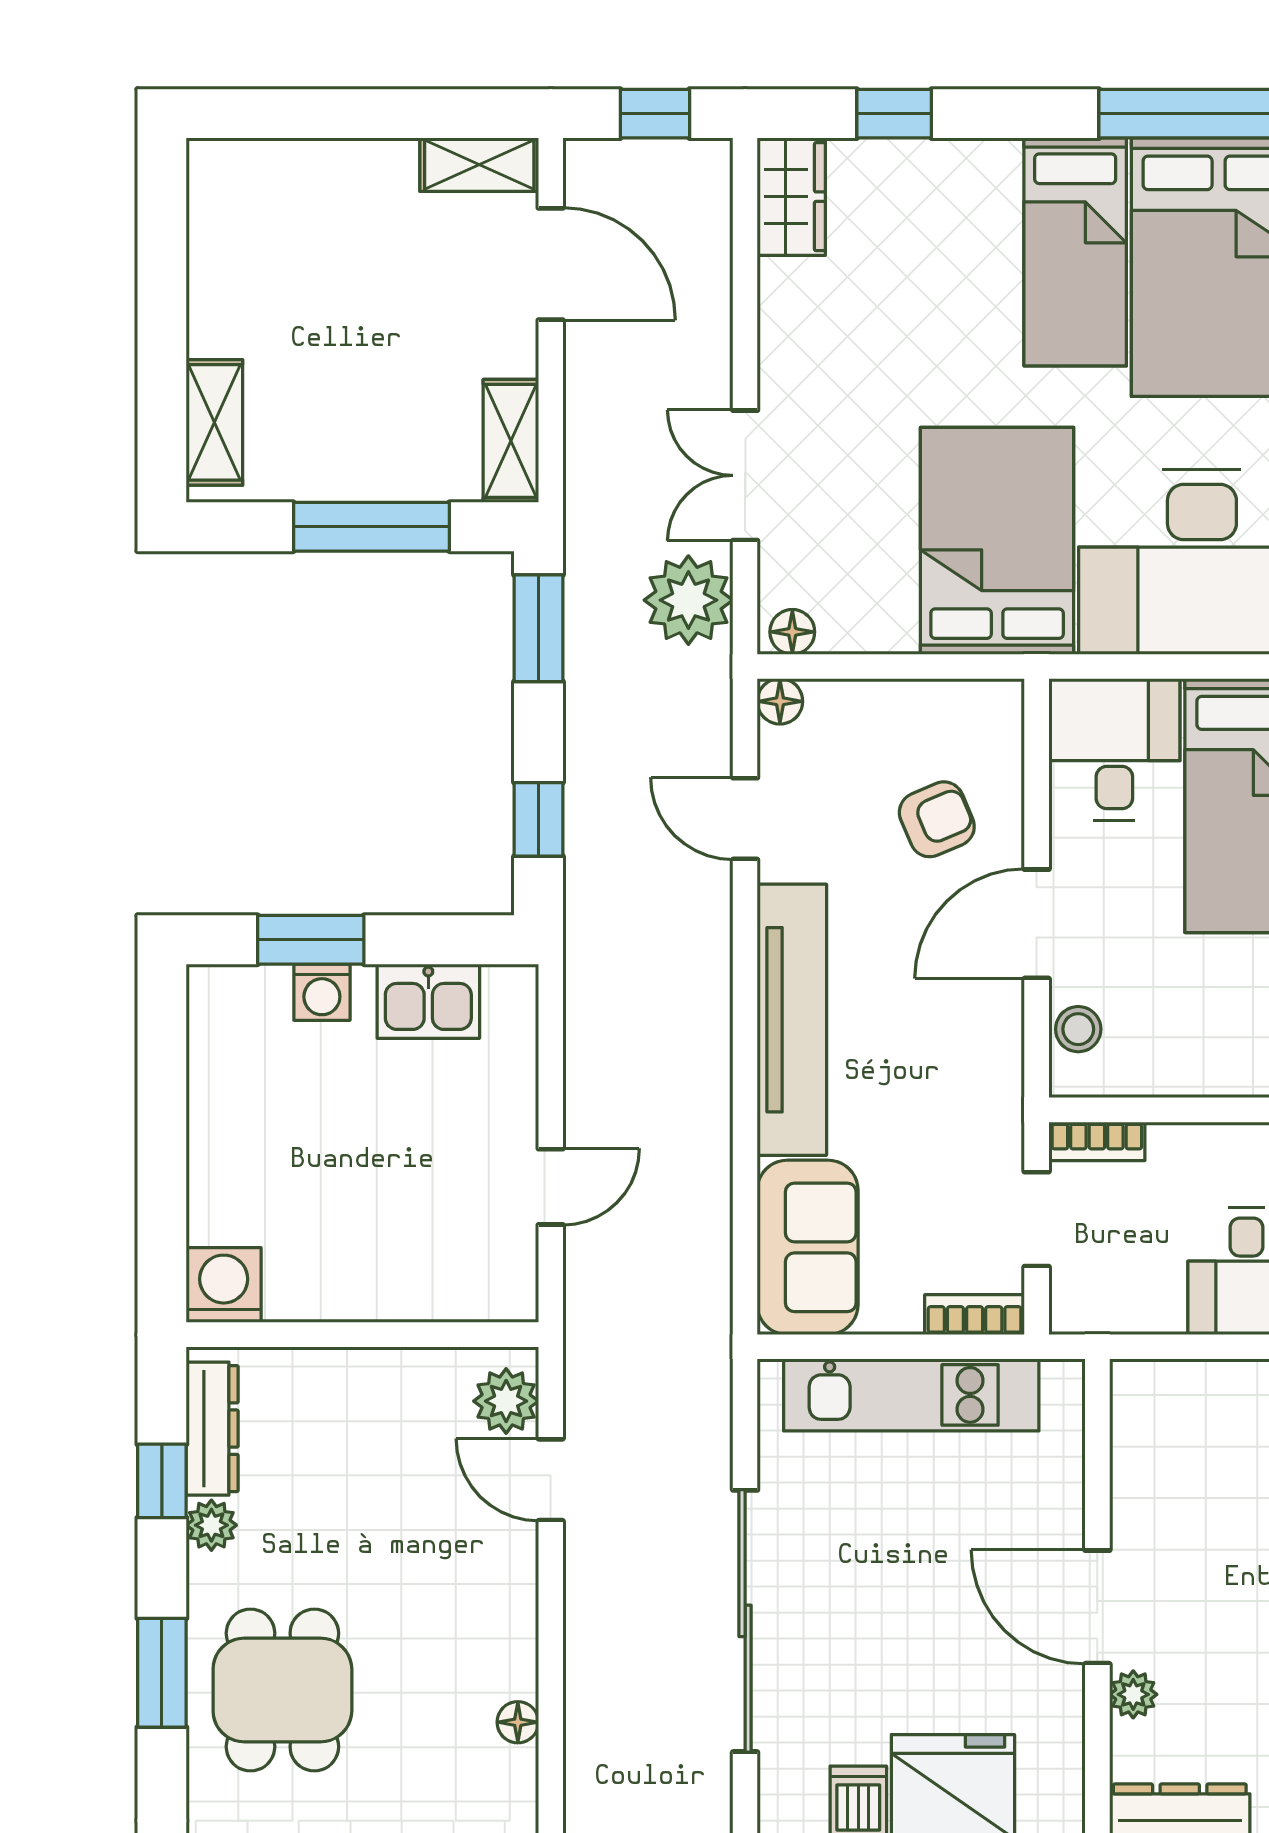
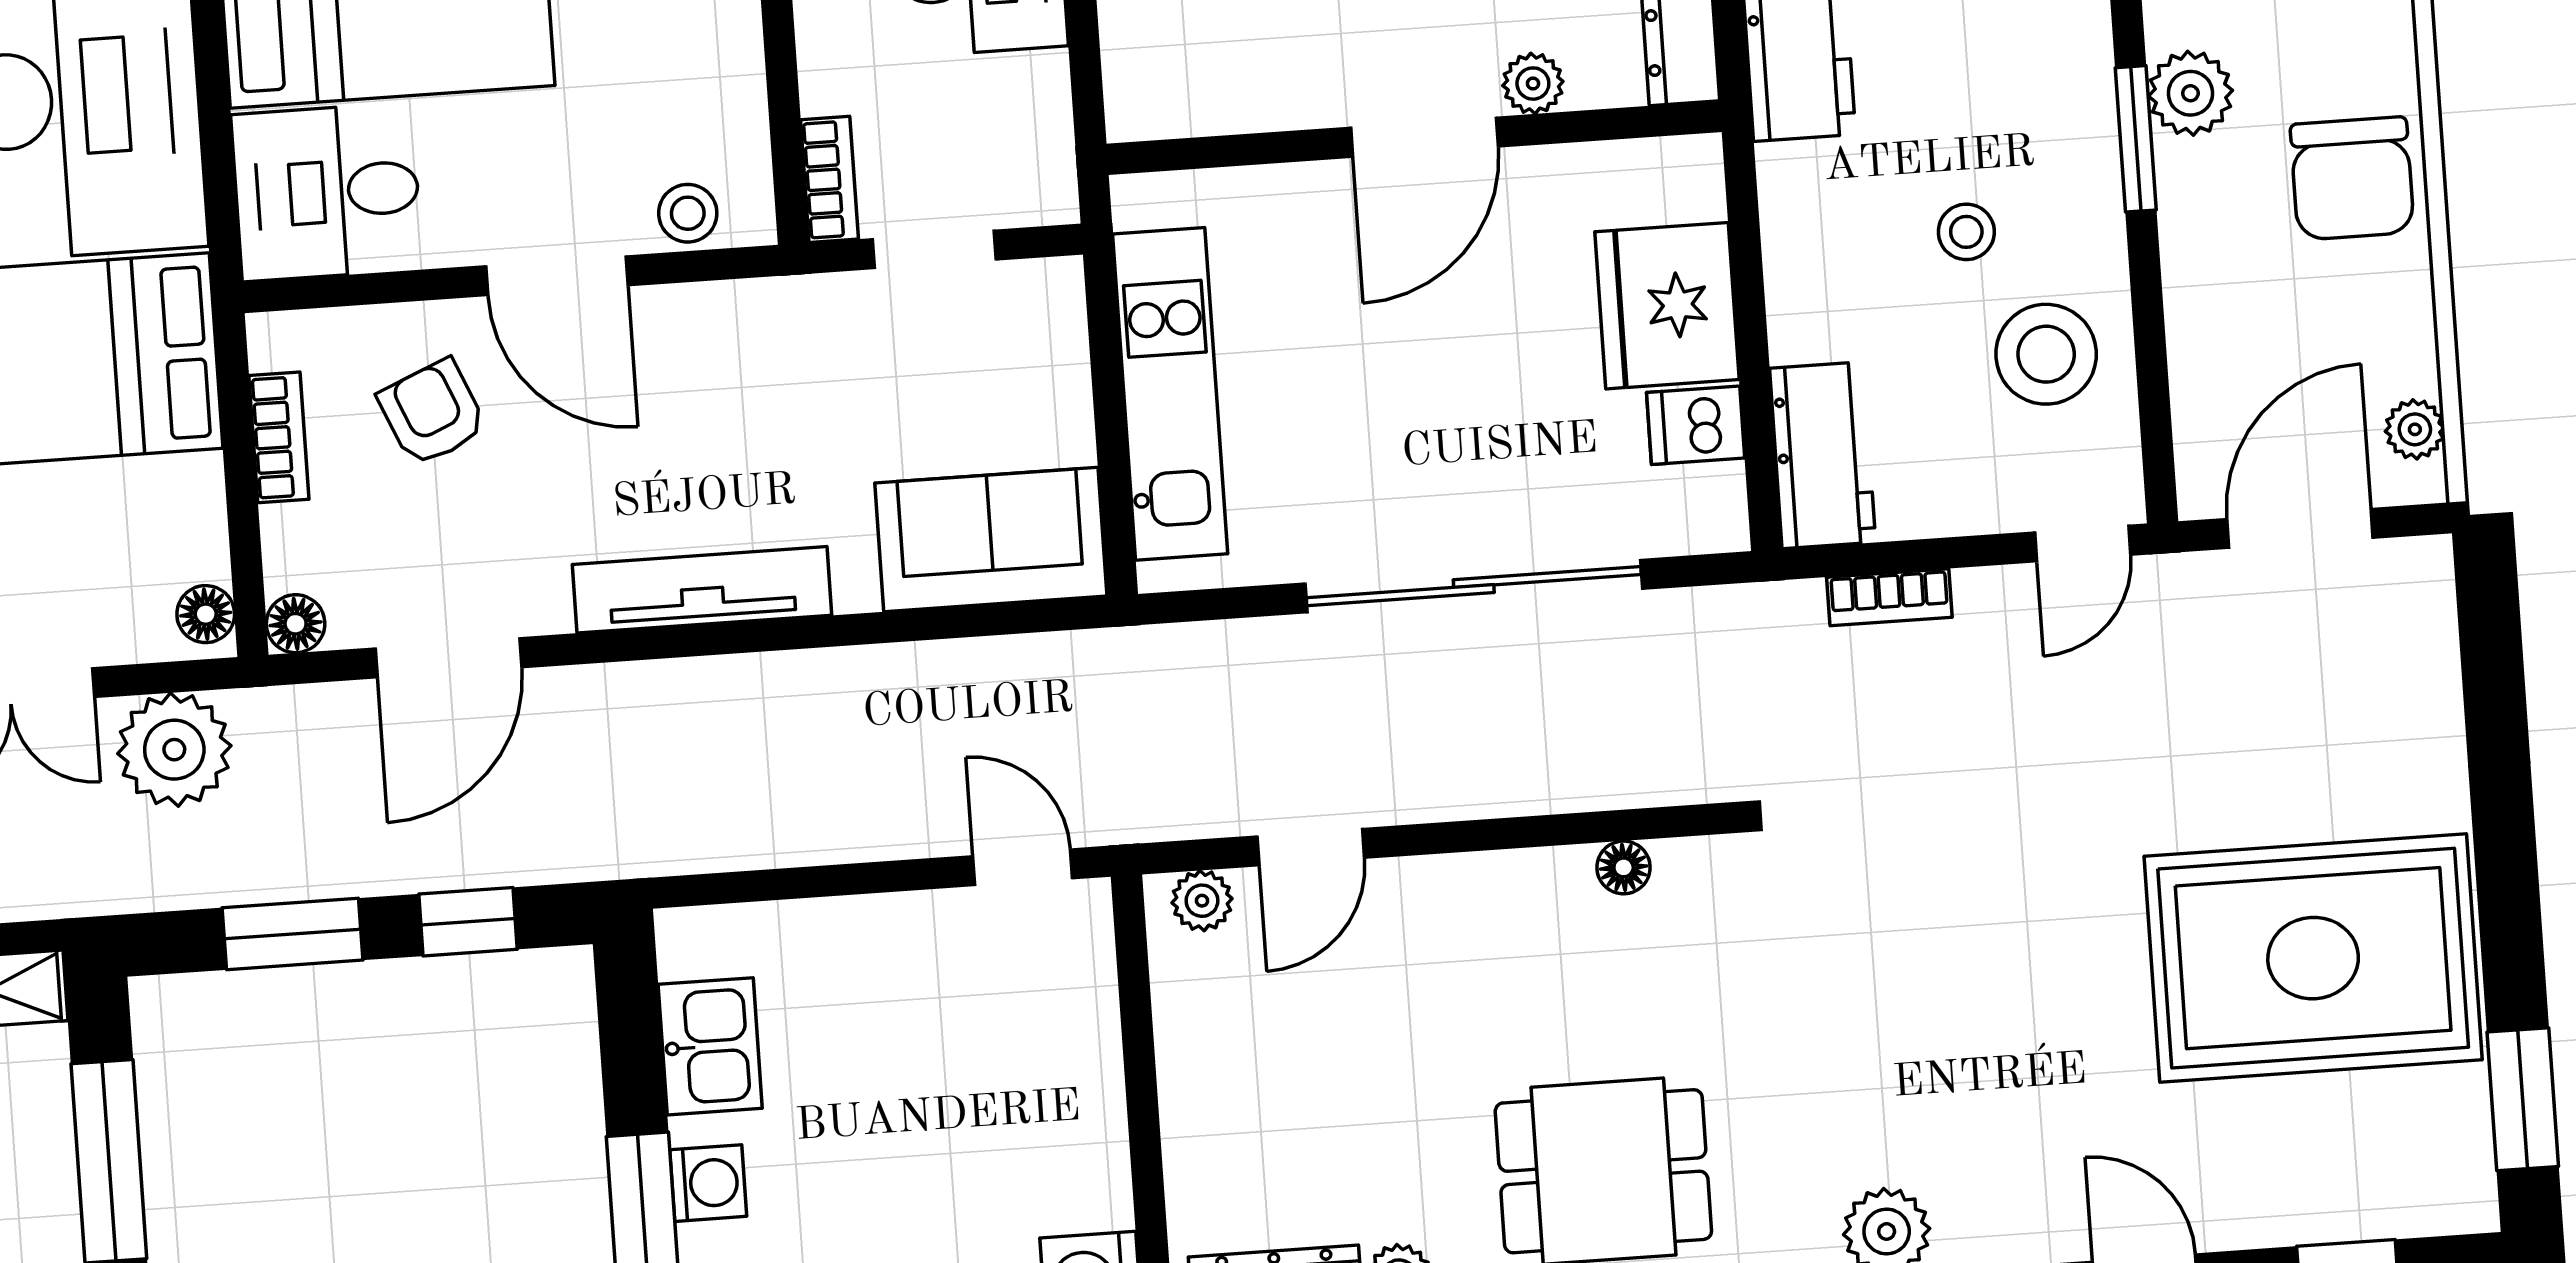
window: (539, 628) -> (293, 934), moved
door: (745, 819) -> (448, 658), width x1.38
tv unit: (792, 1020) -> (702, 590), width x0.73, depth x0.78
door: (551, 1187) -> (1023, 867), moved
bookcase: (975, 1315) -> (279, 437), moved, turned 180
plant: (506, 1401) -> (1202, 901), width x0.73, depth x0.73

